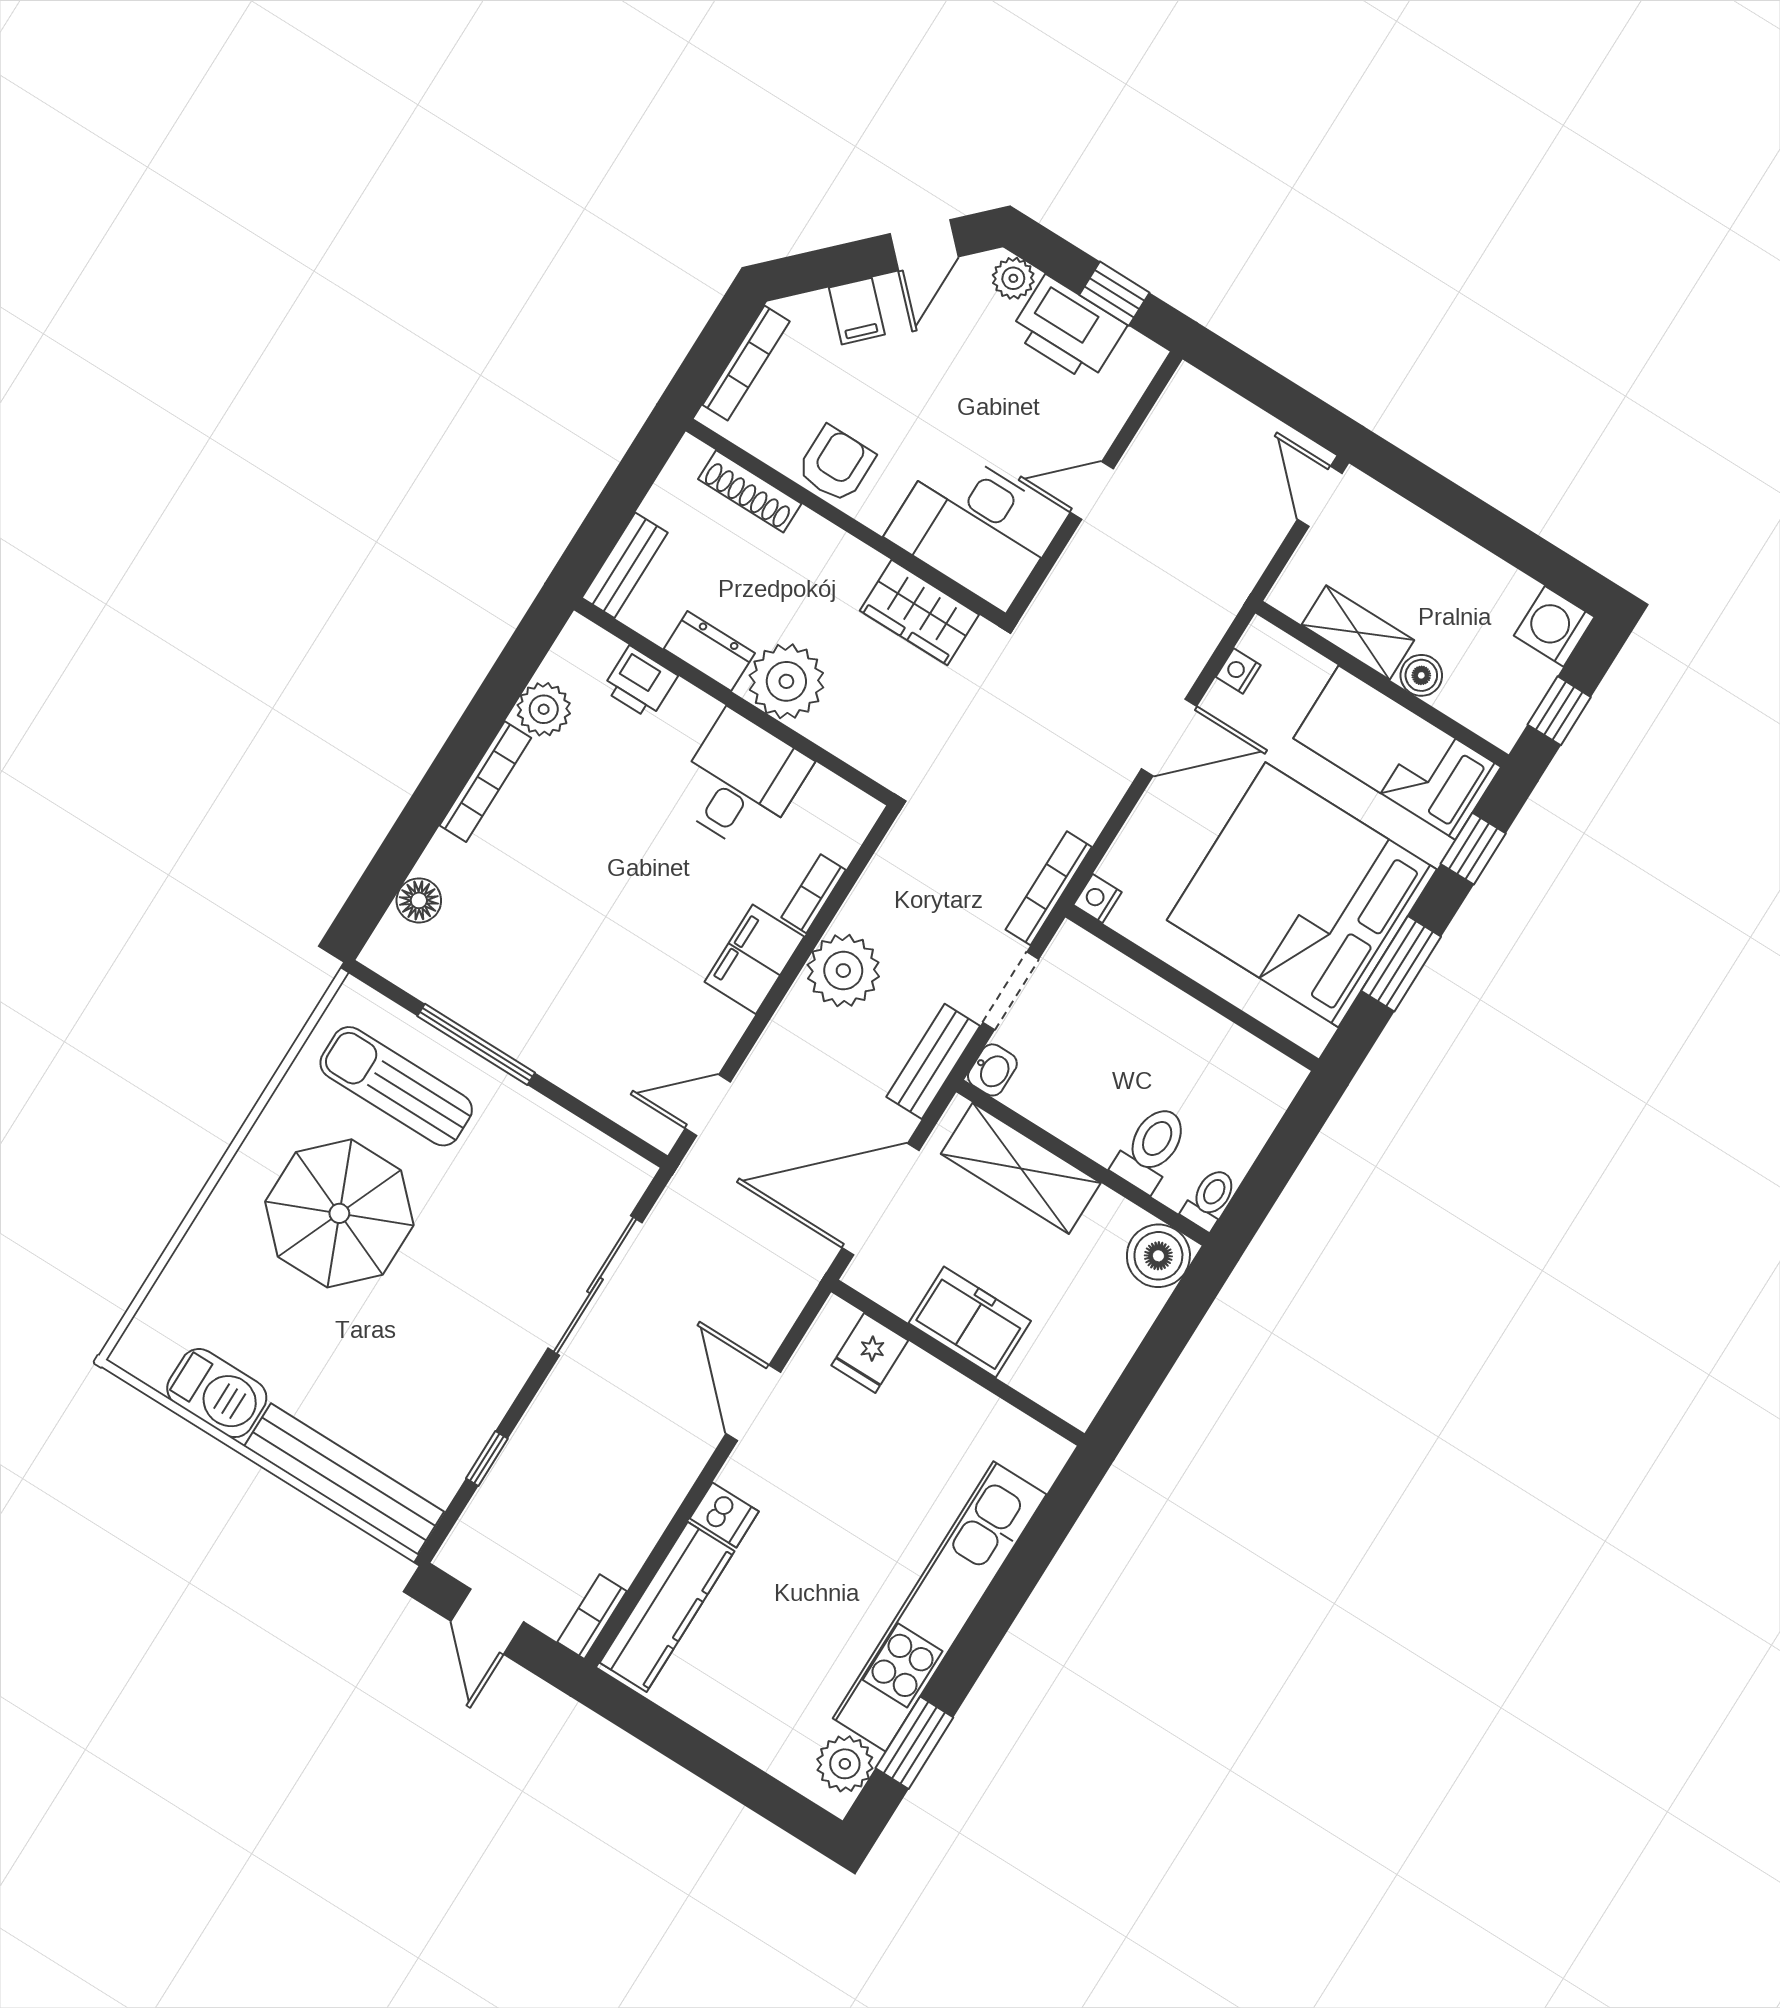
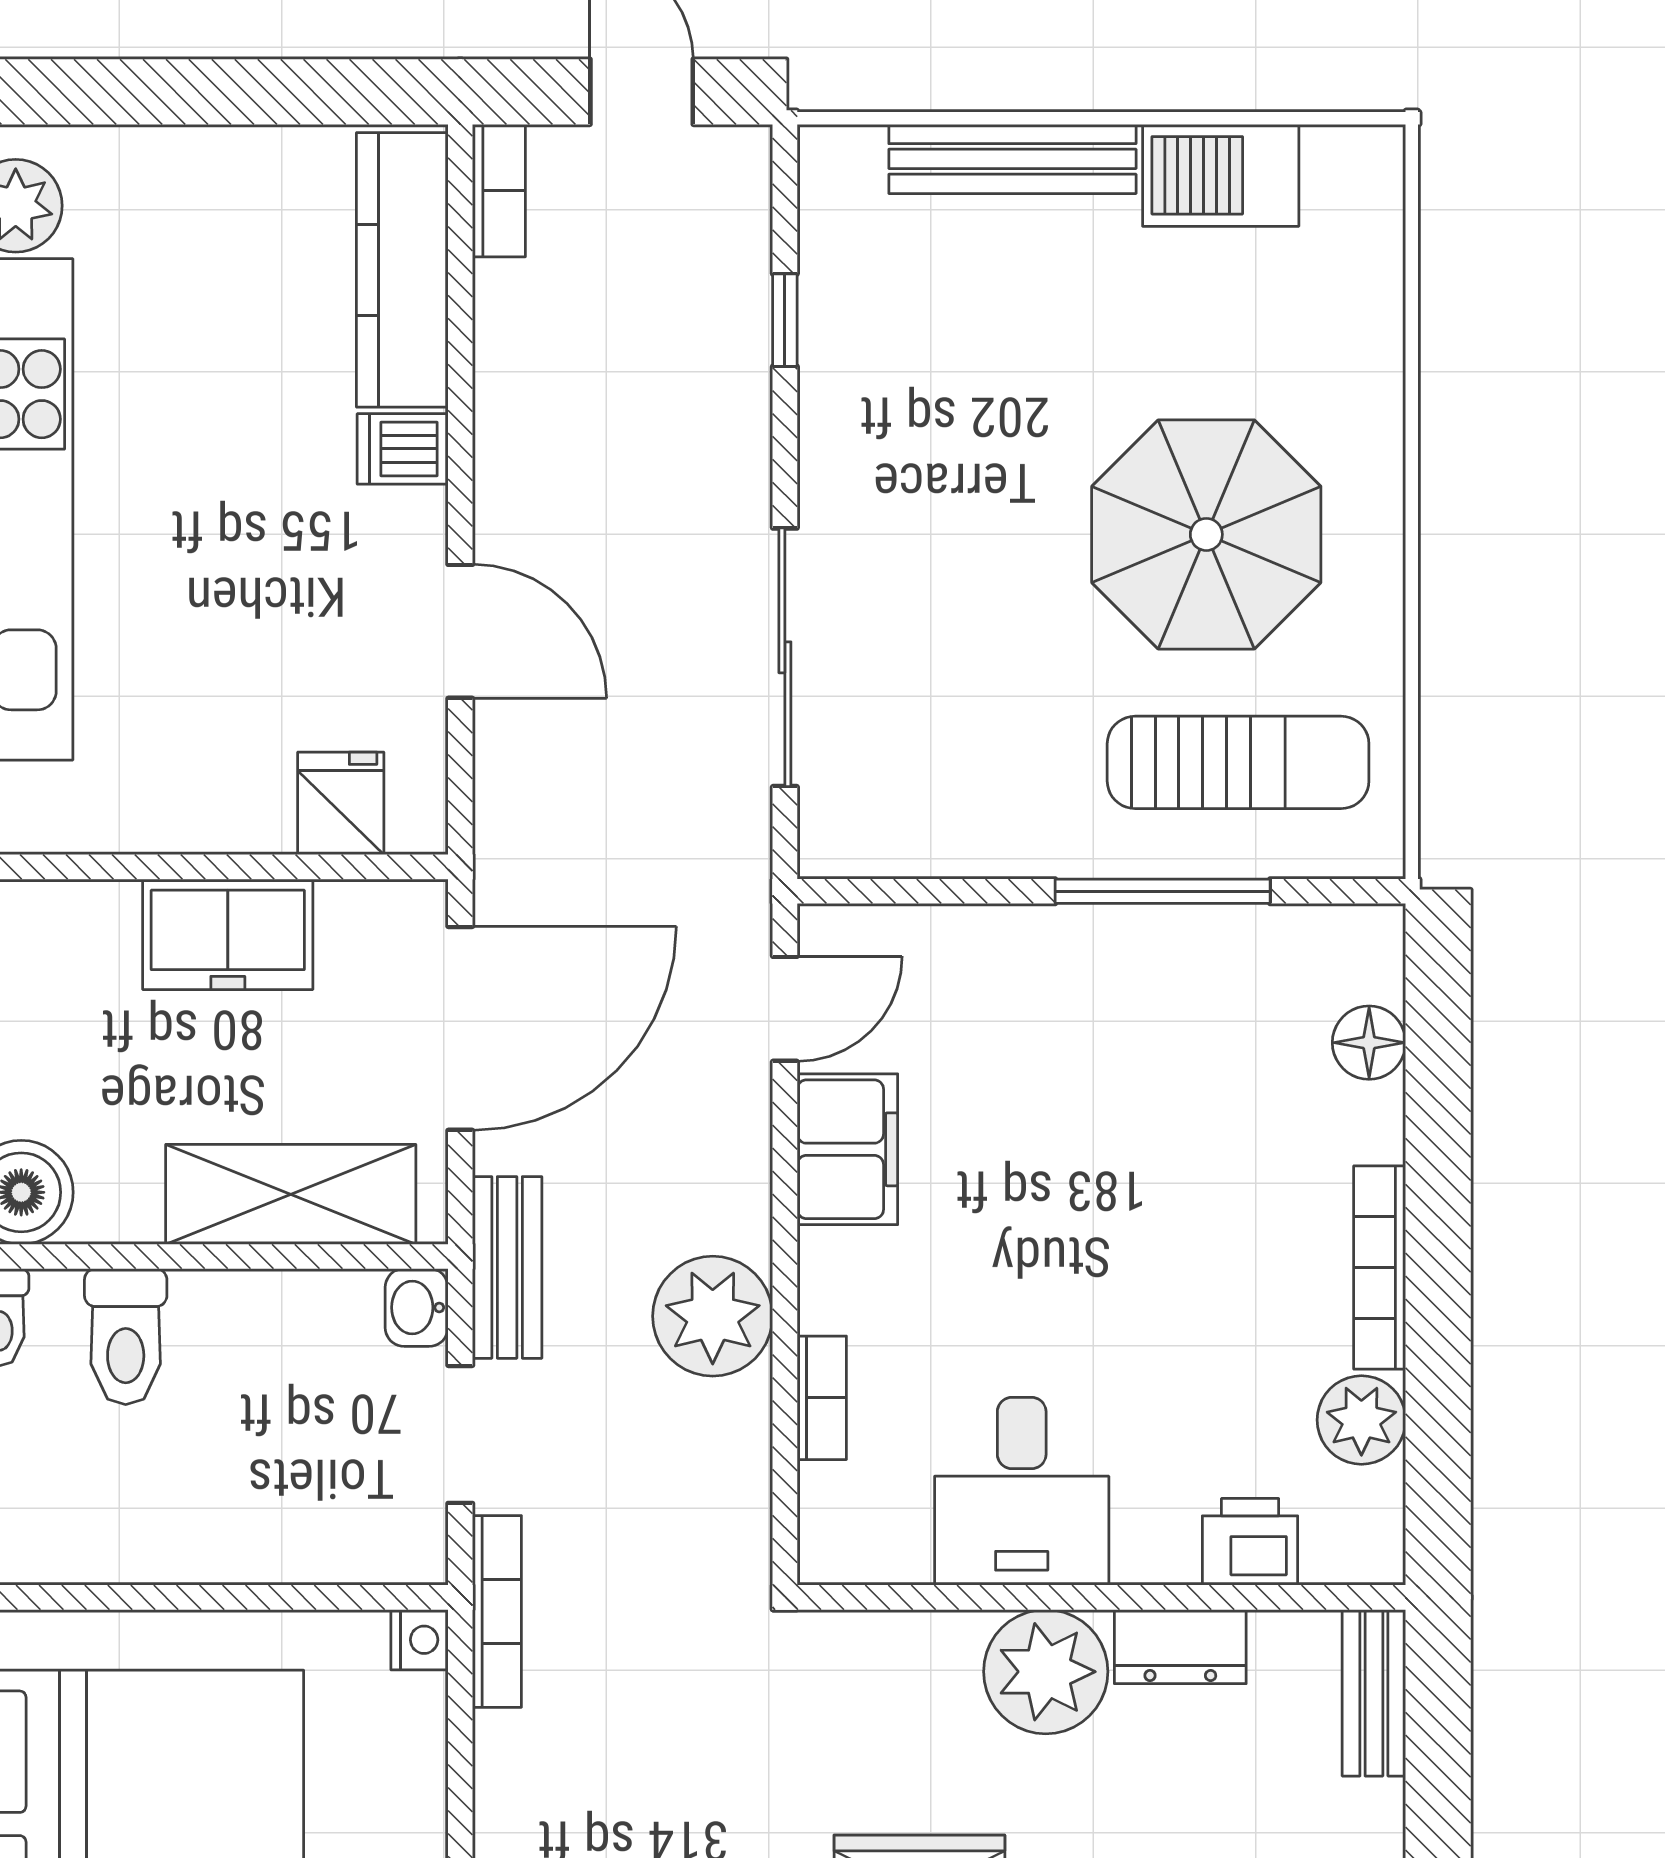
filing cabinet: (754, 959) -> (847, 1149), moved
bench: (344, 1479) -> (1012, 159), width x0.73, depth x0.82

